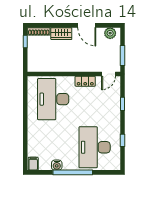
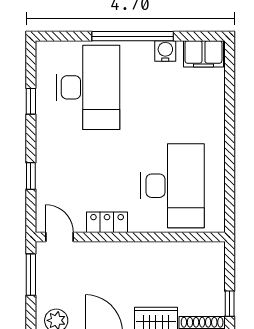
door: (108, 74) -> (60, 237), hinge flipped
filing cabinet: (33, 164) -> (203, 54), width x2.00

